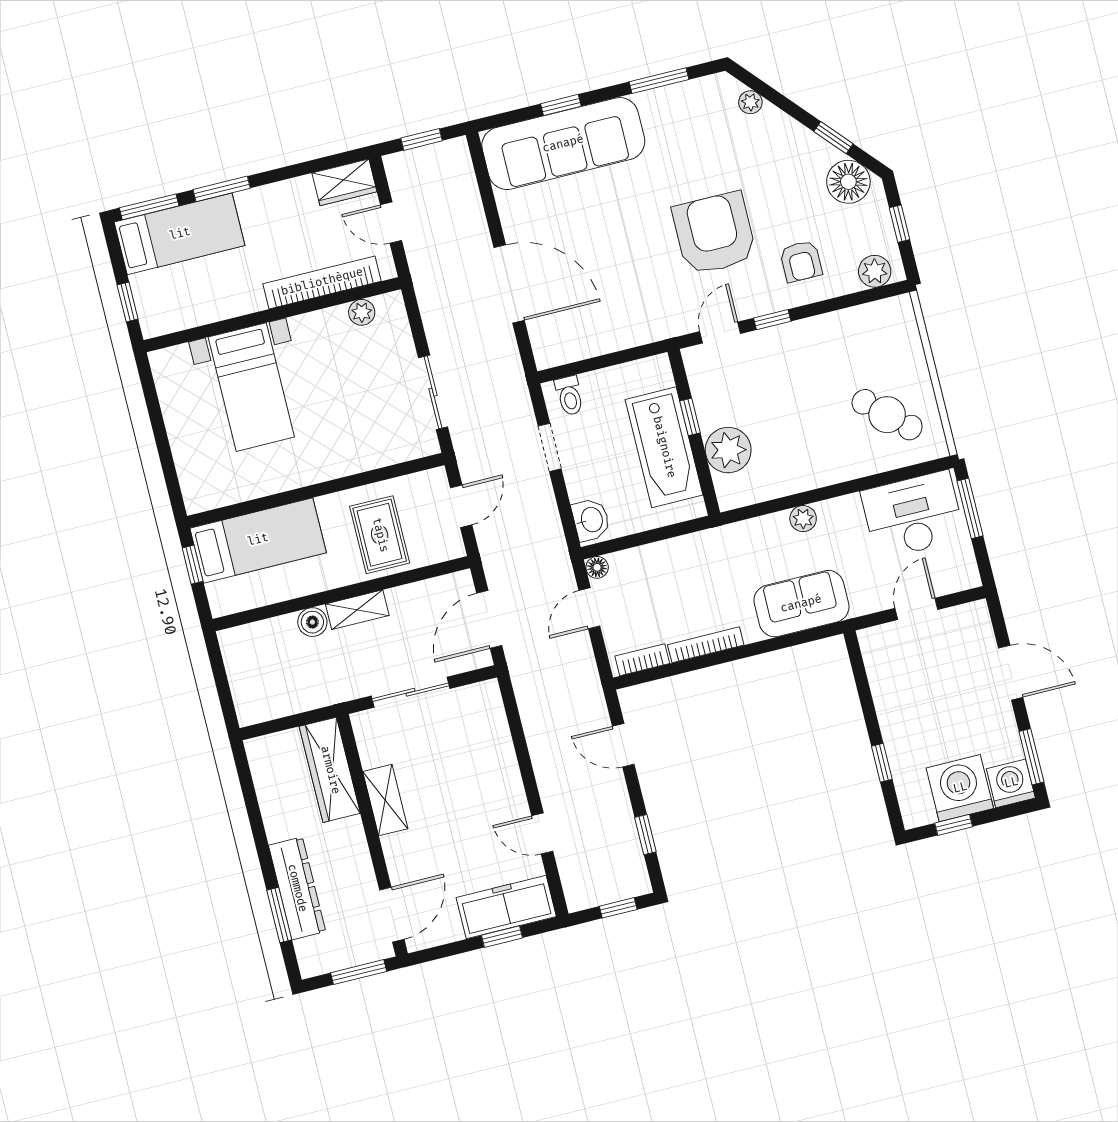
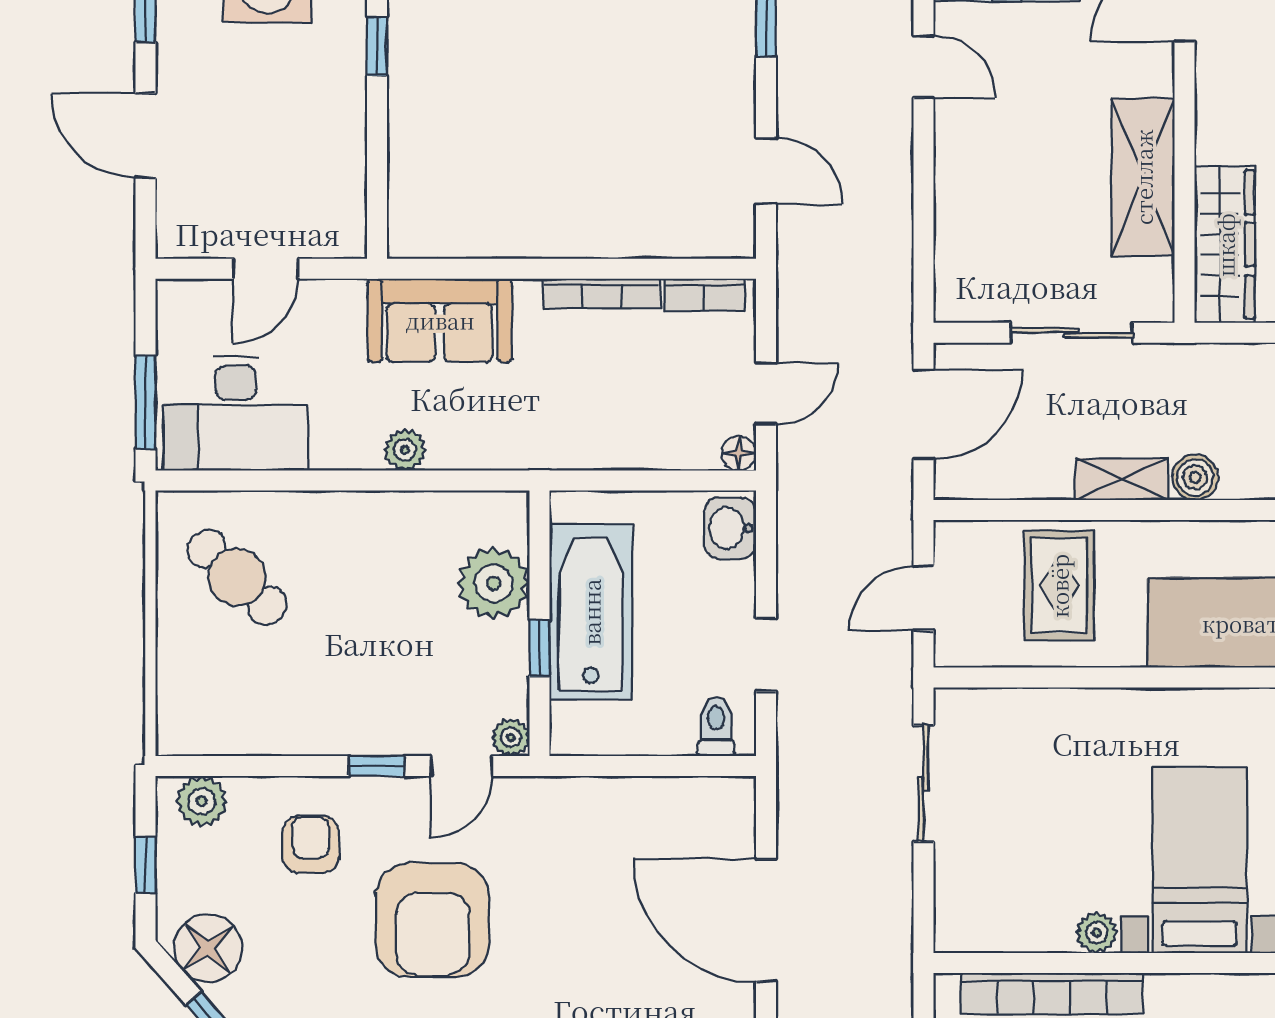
plant: (362, 312) -> (1097, 933), moved
plant: (694, 358) -> (511, 738), added
shelving: (385, 800) -> (1143, 177), width x1.50, depth x1.33

